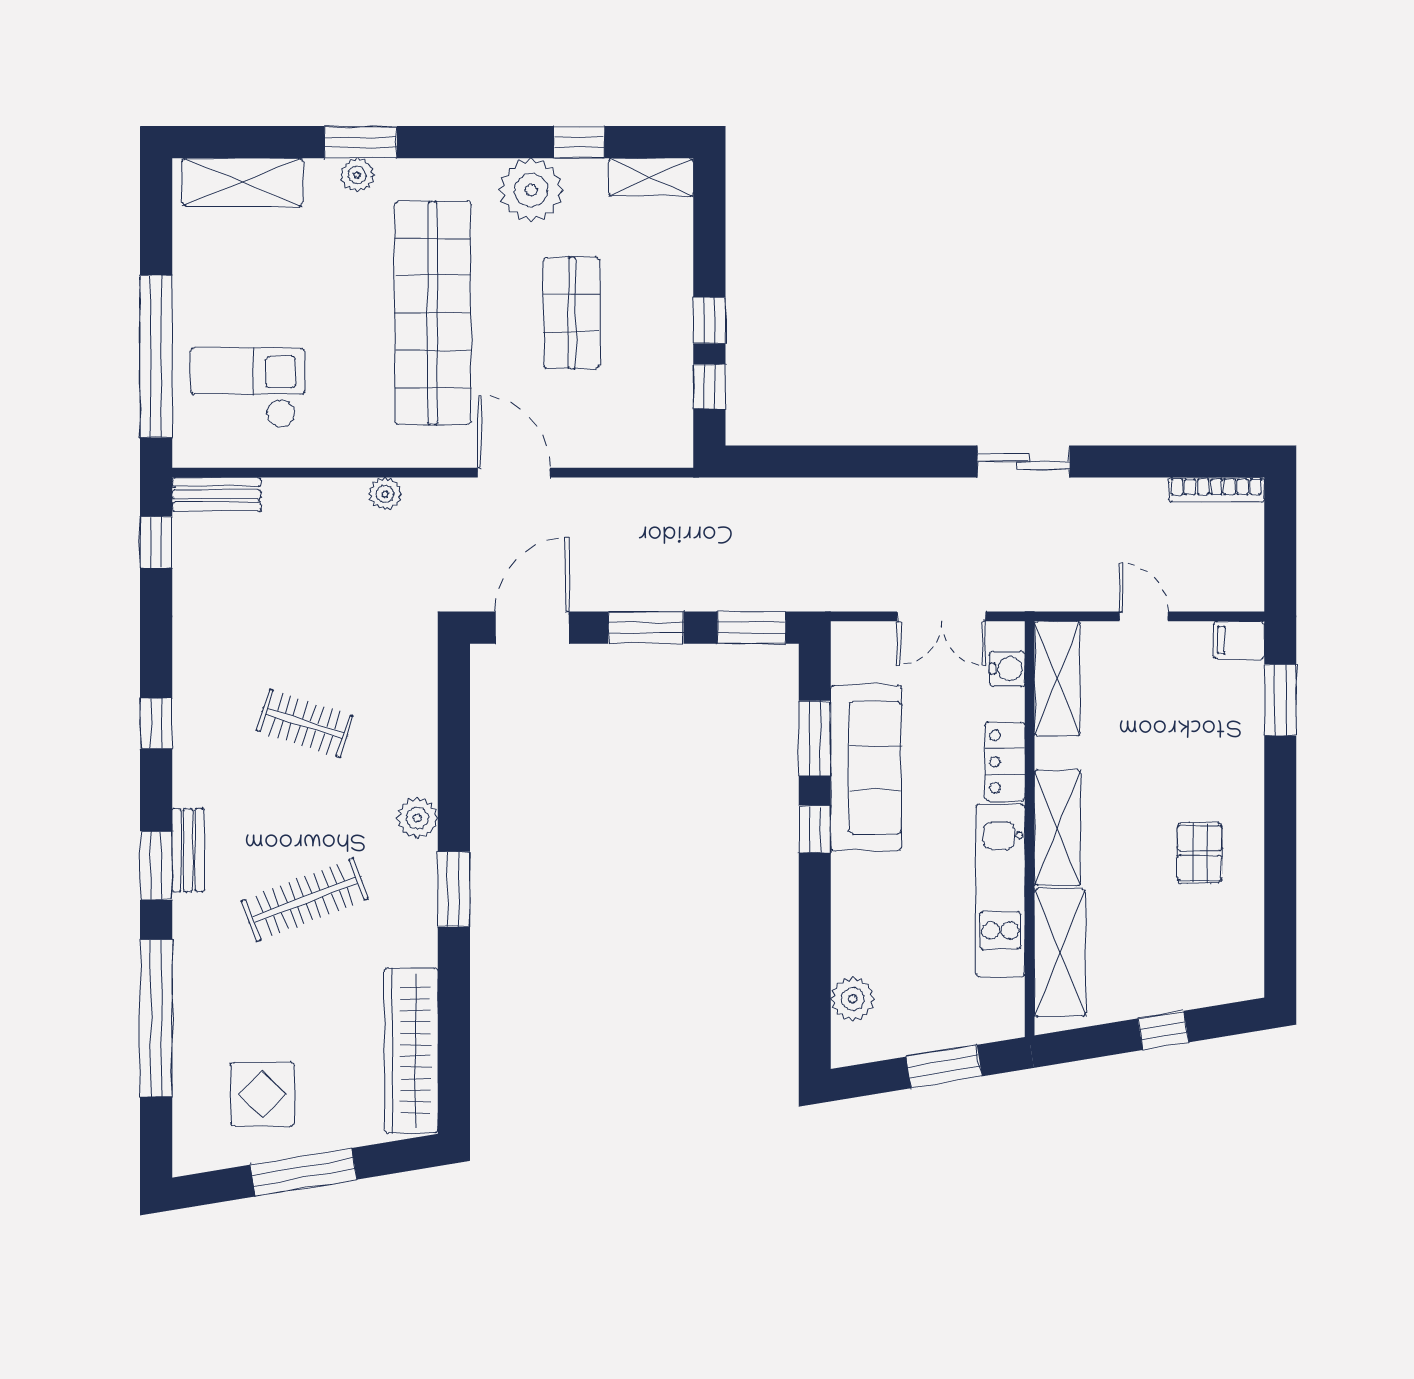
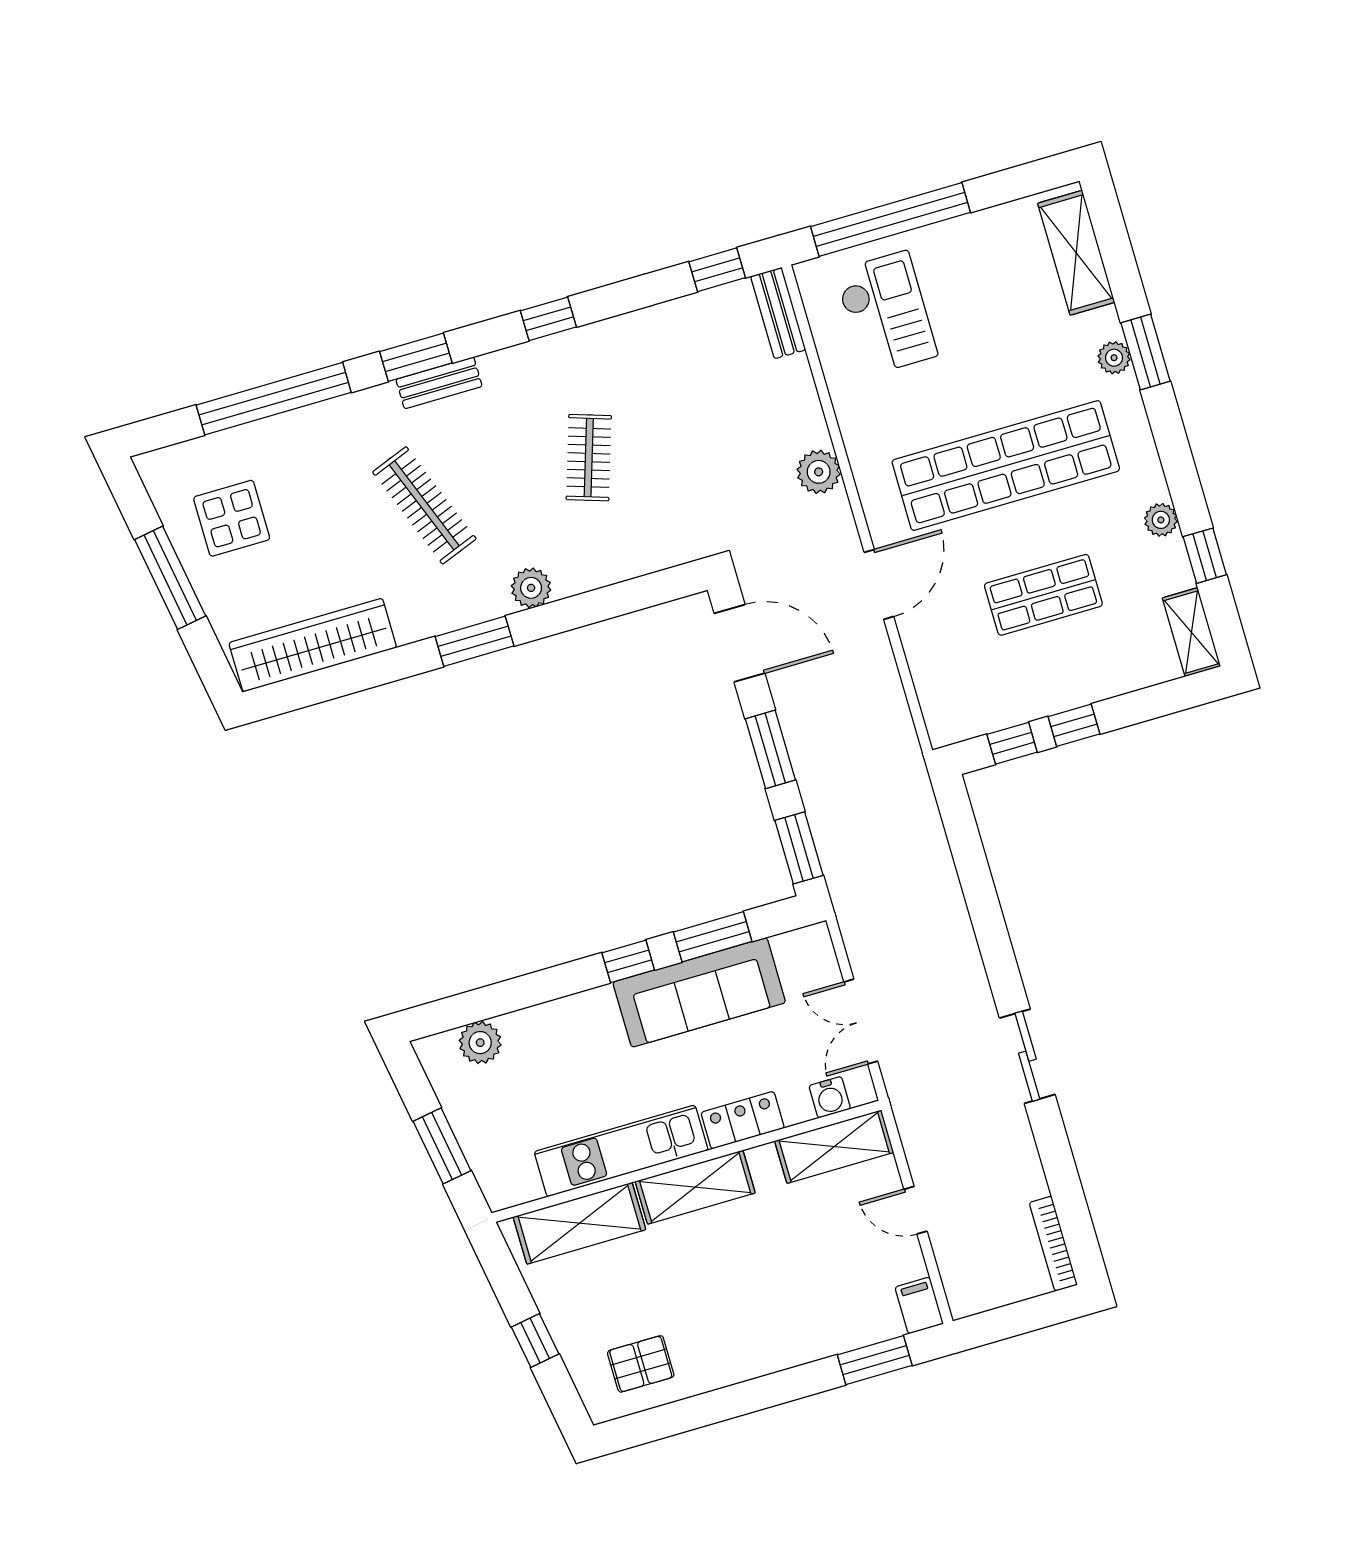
plant: (531, 190) -> (1161, 520), width x0.53, depth x0.53
plant: (385, 494) -> (819, 472), width x1.38, depth x1.38
door: (1144, 616) -> (916, 1210), swing flipped
pallet: (1200, 853) -> (641, 1364), moved

